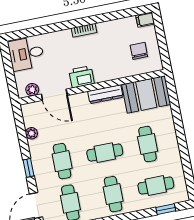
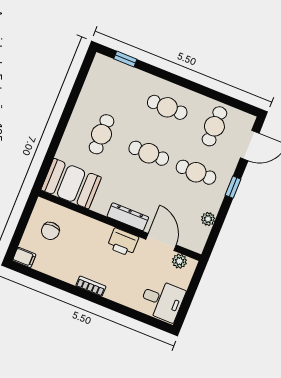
dresser: (105, 94) -> (128, 217), moved
cafe table: (62, 161) -> (196, 172), turned 90
cafe table: (156, 186) -> (120, 88), removed
cafe table: (113, 194) -> (167, 107), turned 90

